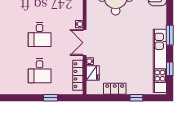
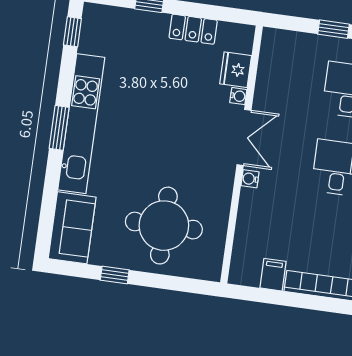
kitchen unit: (160, 61) -> (81, 124), moved
window: (170, 69) -> (72, 32), moved
locker: (78, 75) -> (268, 69), removed

